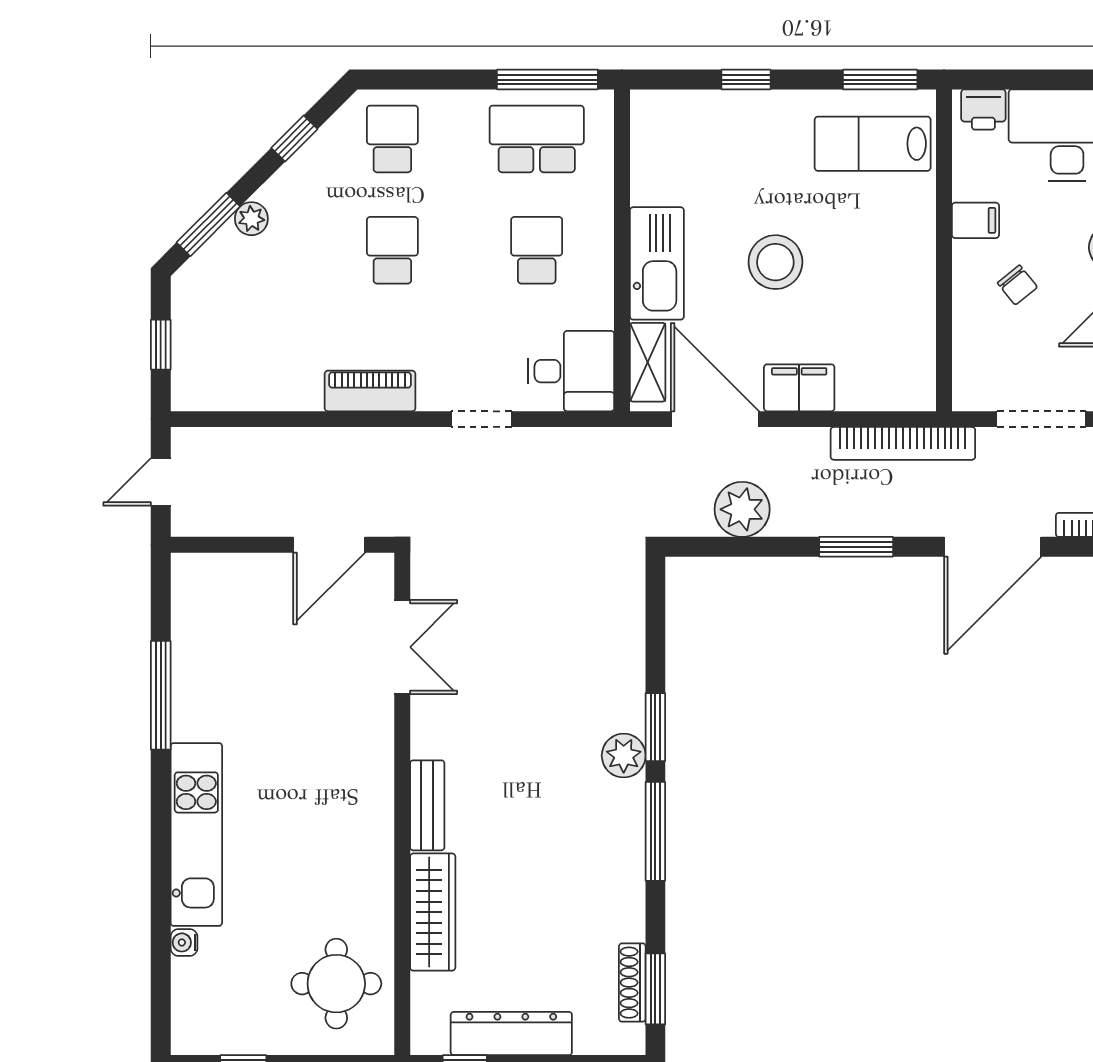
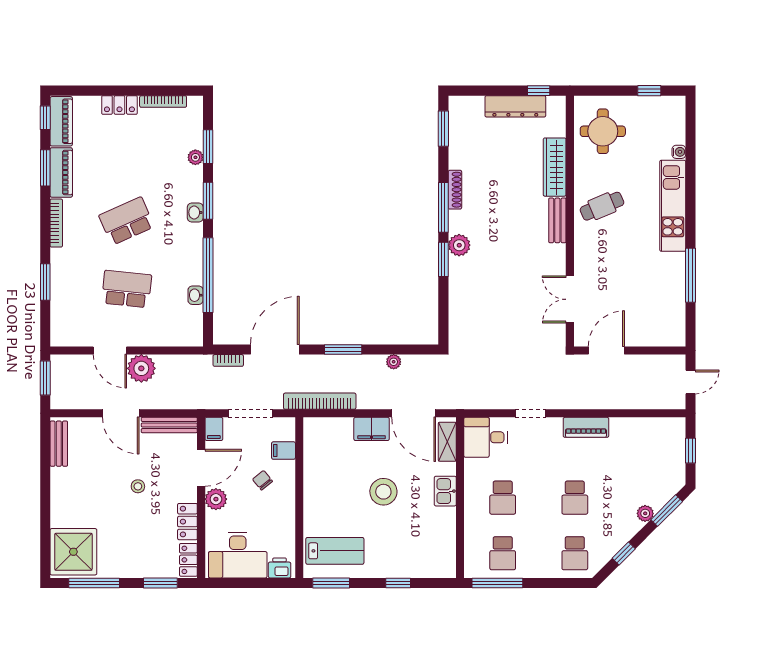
school desk: (537, 139) -> (503, 553), width x0.54
filing cabinet: (975, 220) -> (283, 451), moved
kitchen sink: (657, 263) -> (445, 491), width x0.53, depth x0.81
plant: (742, 509) -> (394, 362), width x0.53, depth x0.53
cafe table: (338, 834) -> (602, 206), added
shoe rack: (632, 983) -> (455, 190), moved

